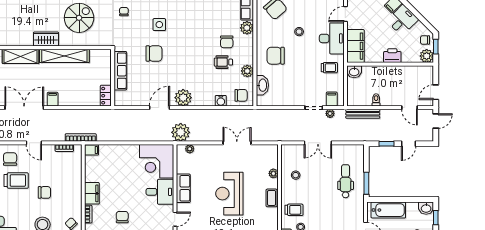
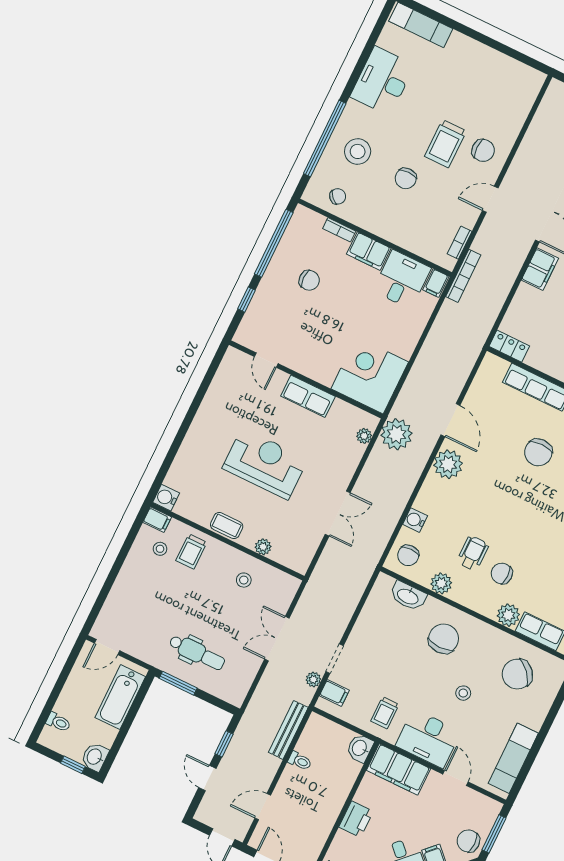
filing cabinet: (53, 99) -> (540, 269), width x2.00
desk: (160, 192) -> (402, 279), moved, turned 180

